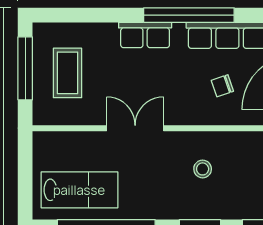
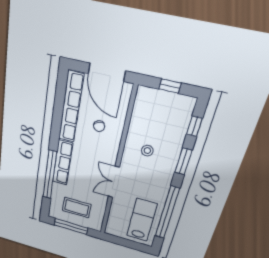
window: (189, 15) -> (50, 175), moved
row of seats: (145, 35) -> (63, 163), width x1.48

